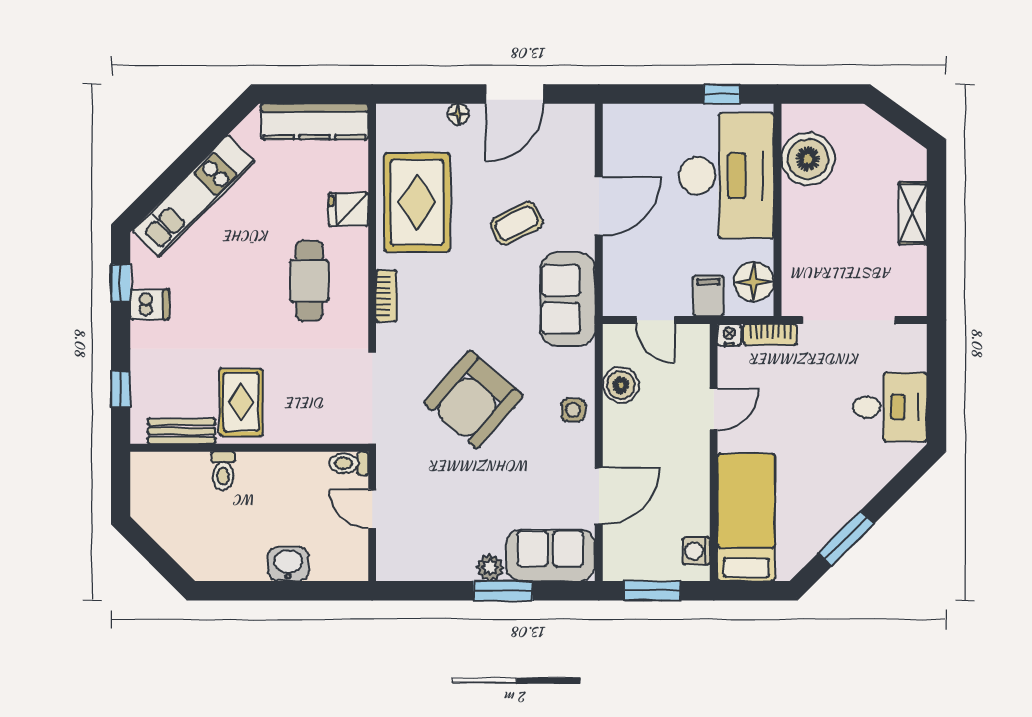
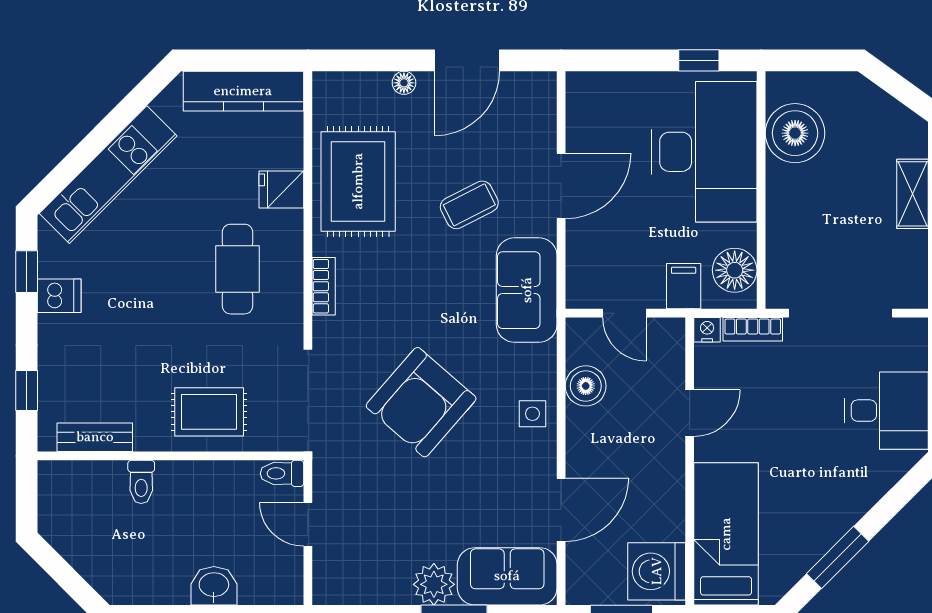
rug: (241, 402) -> (209, 412), moved, turned 90
washing machine: (696, 551) -> (657, 571), width x1.89, depth x1.89
plant: (490, 568) -> (434, 584), width x1.38, depth x1.38

